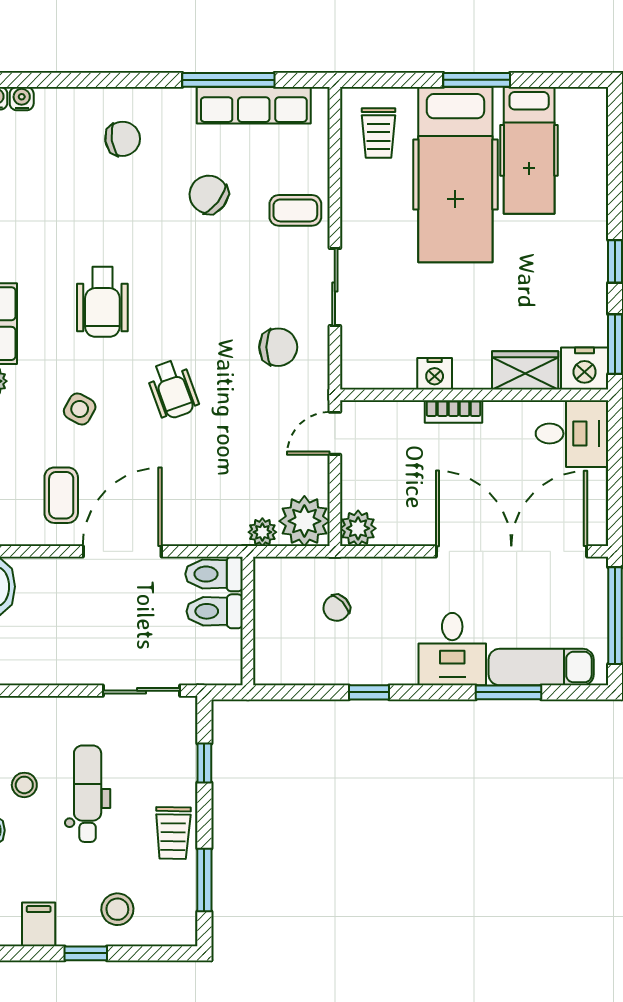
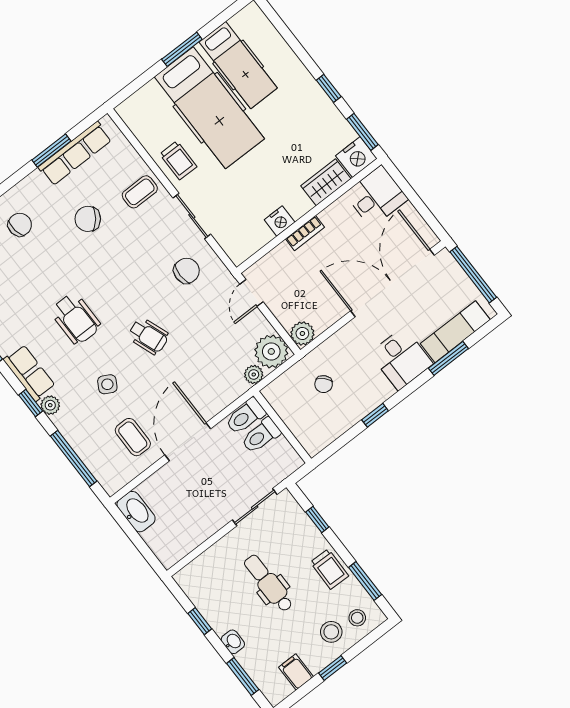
window: (228, 80) -> (51, 151), width x0.69
trolley: (379, 133) -> (178, 160), moved
stool: (24, 785) -> (357, 618), moved

